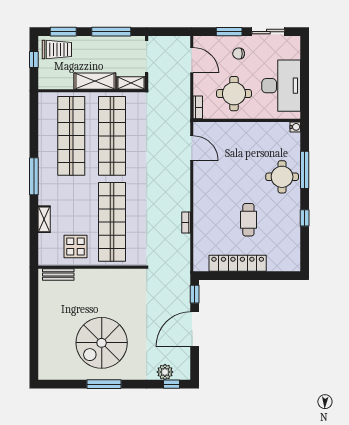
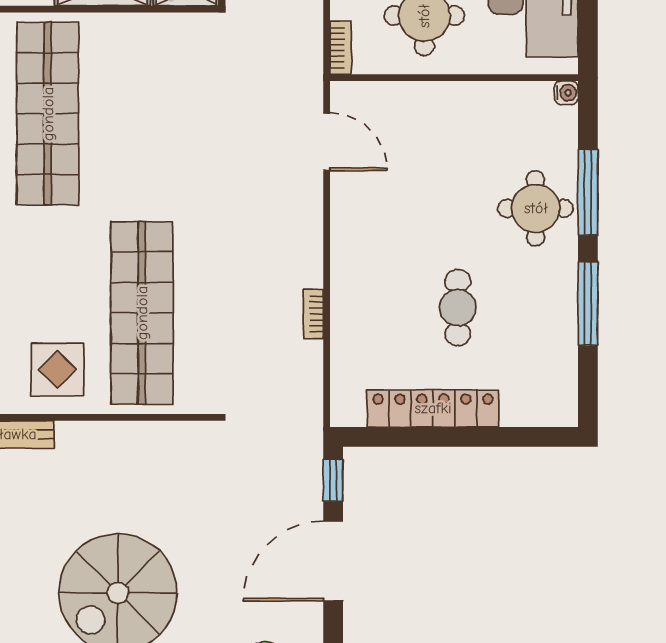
shop shelf: (112, 136) -> (142, 114), removed
window: (305, 218) -> (588, 303), width x2.17

